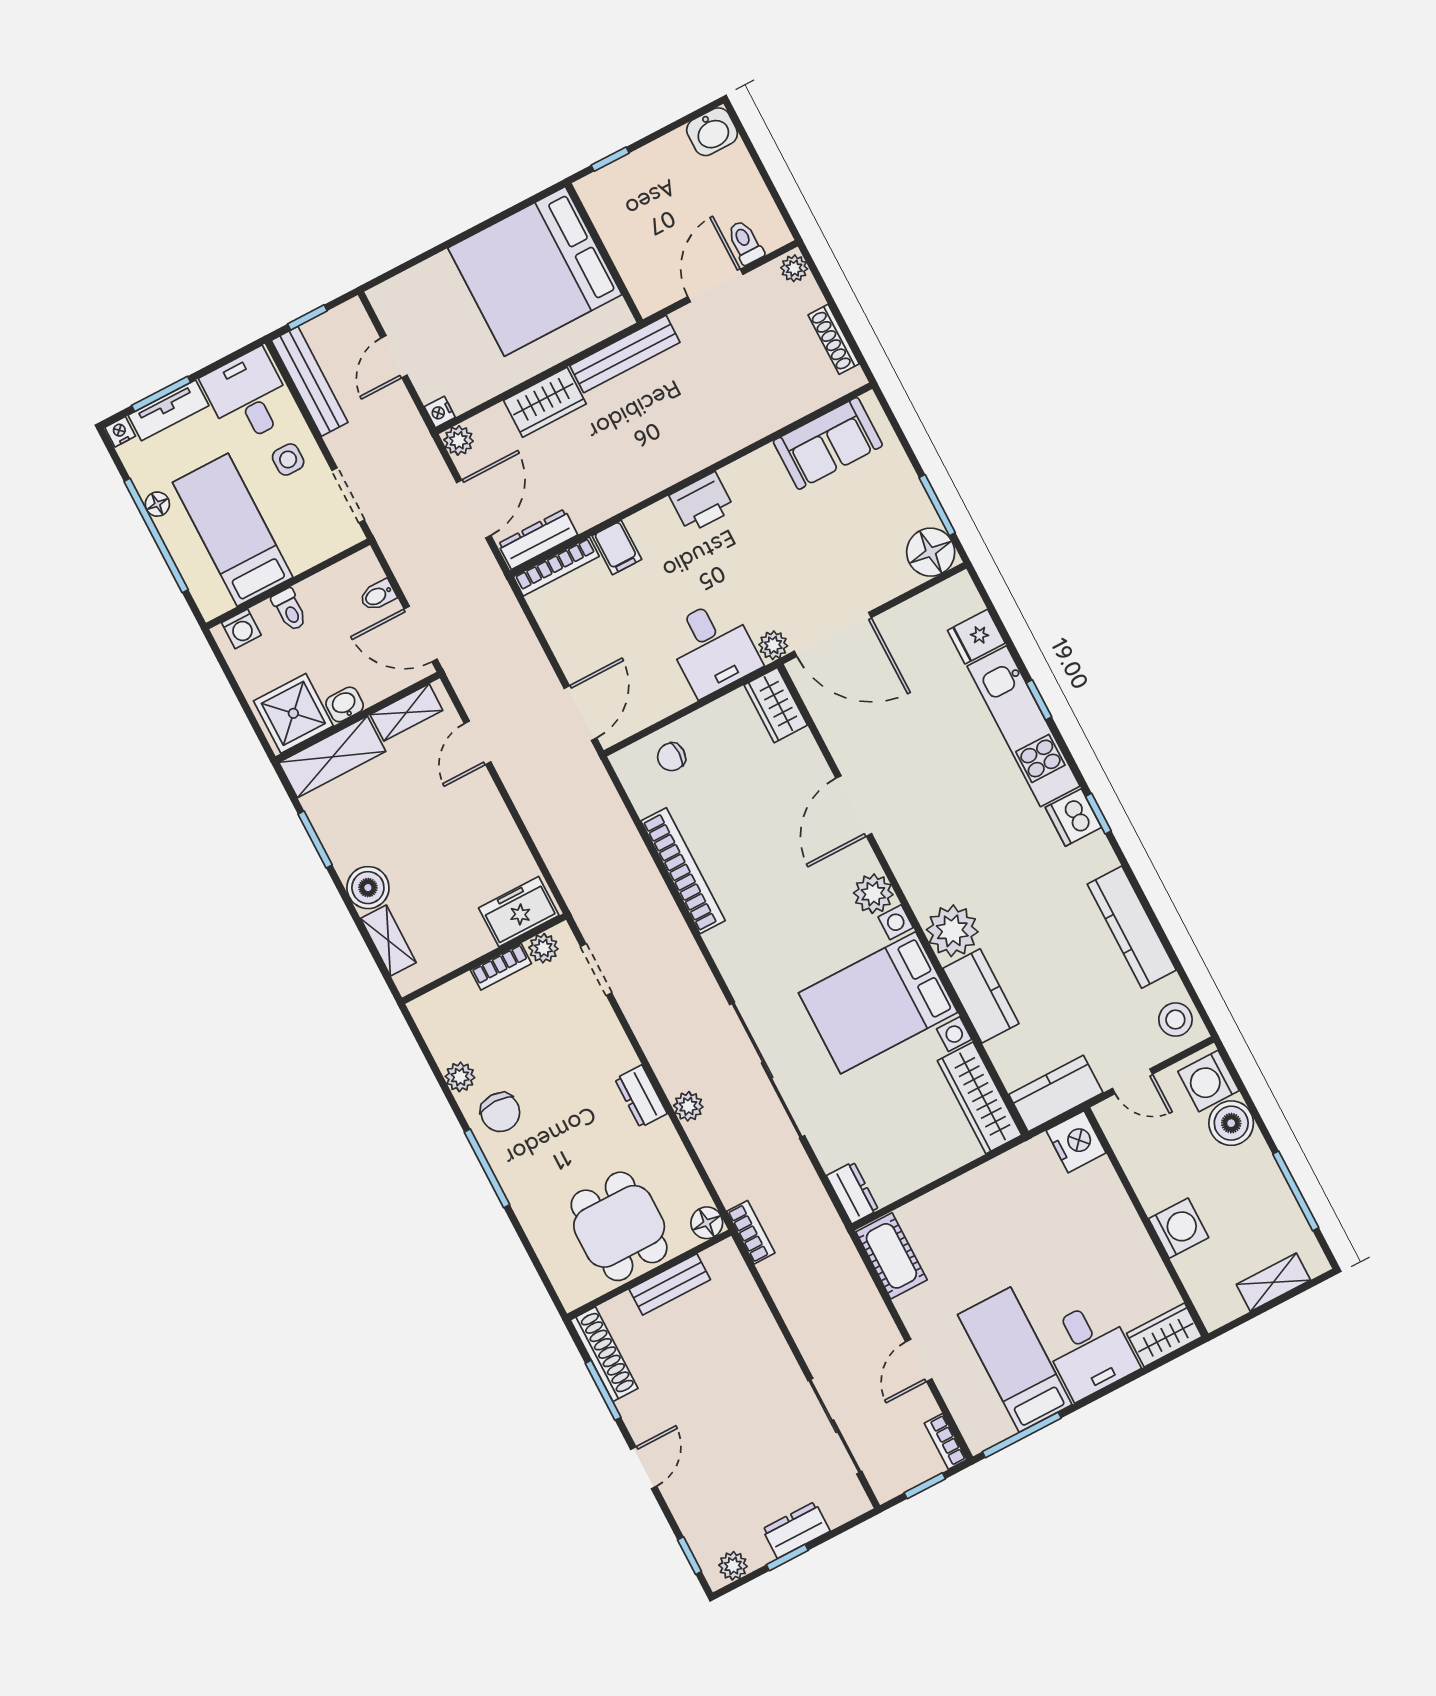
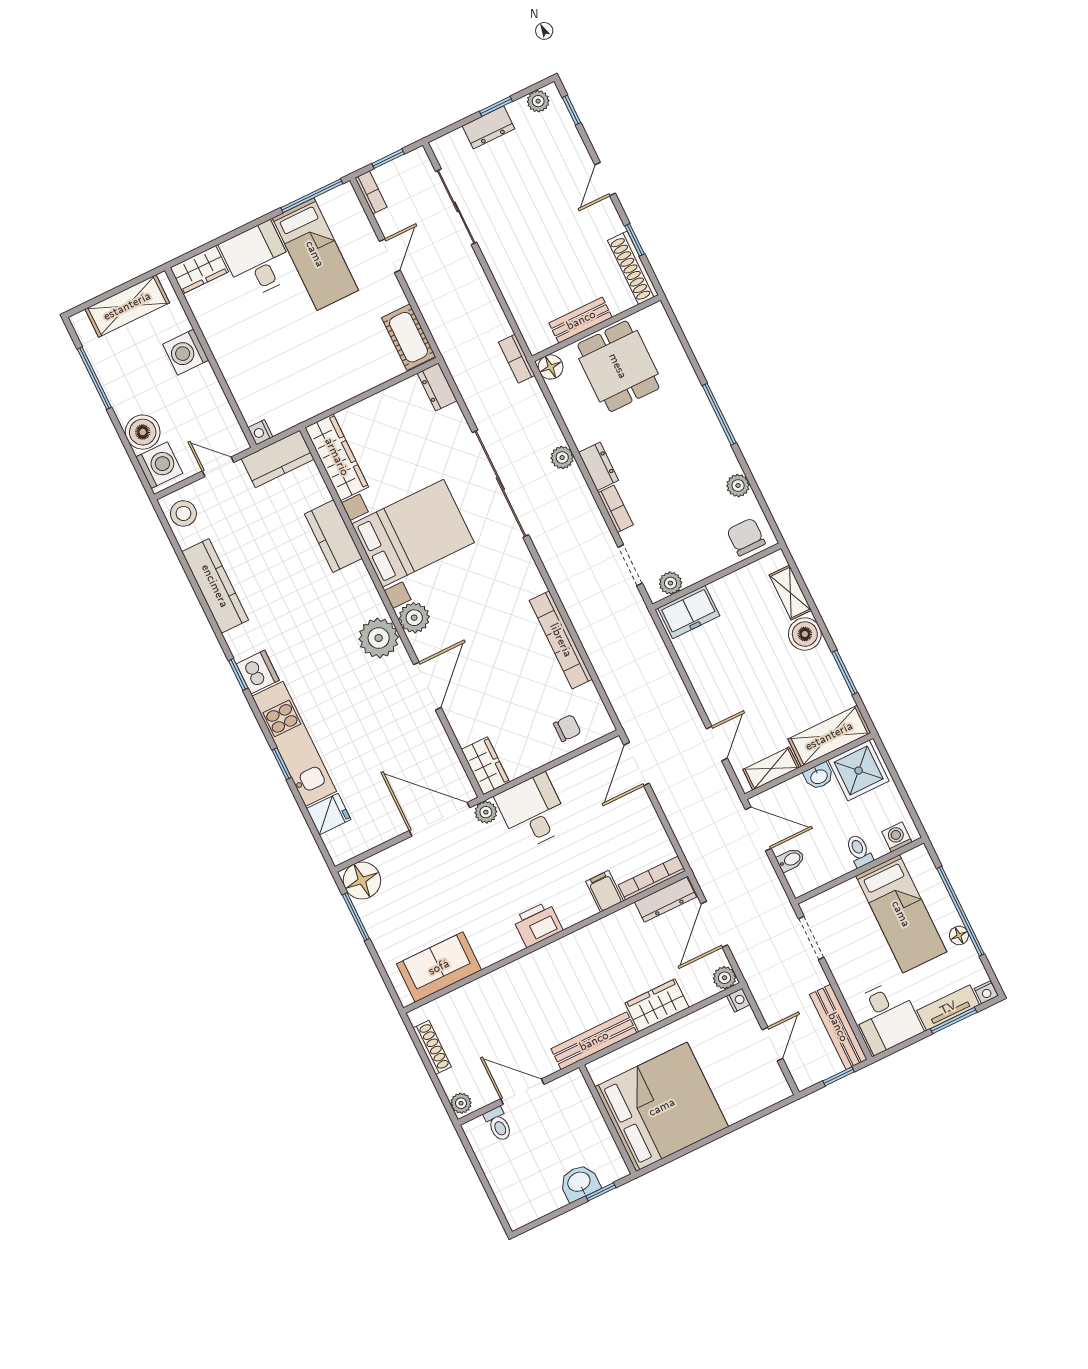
washbasin: (712, 132) -> (579, 1183), moved
door: (715, 286) -> (522, 1092), swing flipped
side table: (288, 459) -> (857, 967), removed
plant: (952, 931) -> (379, 638), moved
bookcase: (501, 967) -> (616, 509), moved, turned 90
chair: (500, 1112) -> (746, 537), moved
nightstand: (1076, 1142) -> (260, 432), width x0.53, depth x0.56
shelving: (1273, 1282) -> (127, 306), width x1.50, depth x1.33
window: (603, 1390) -> (635, 240), width x0.67

